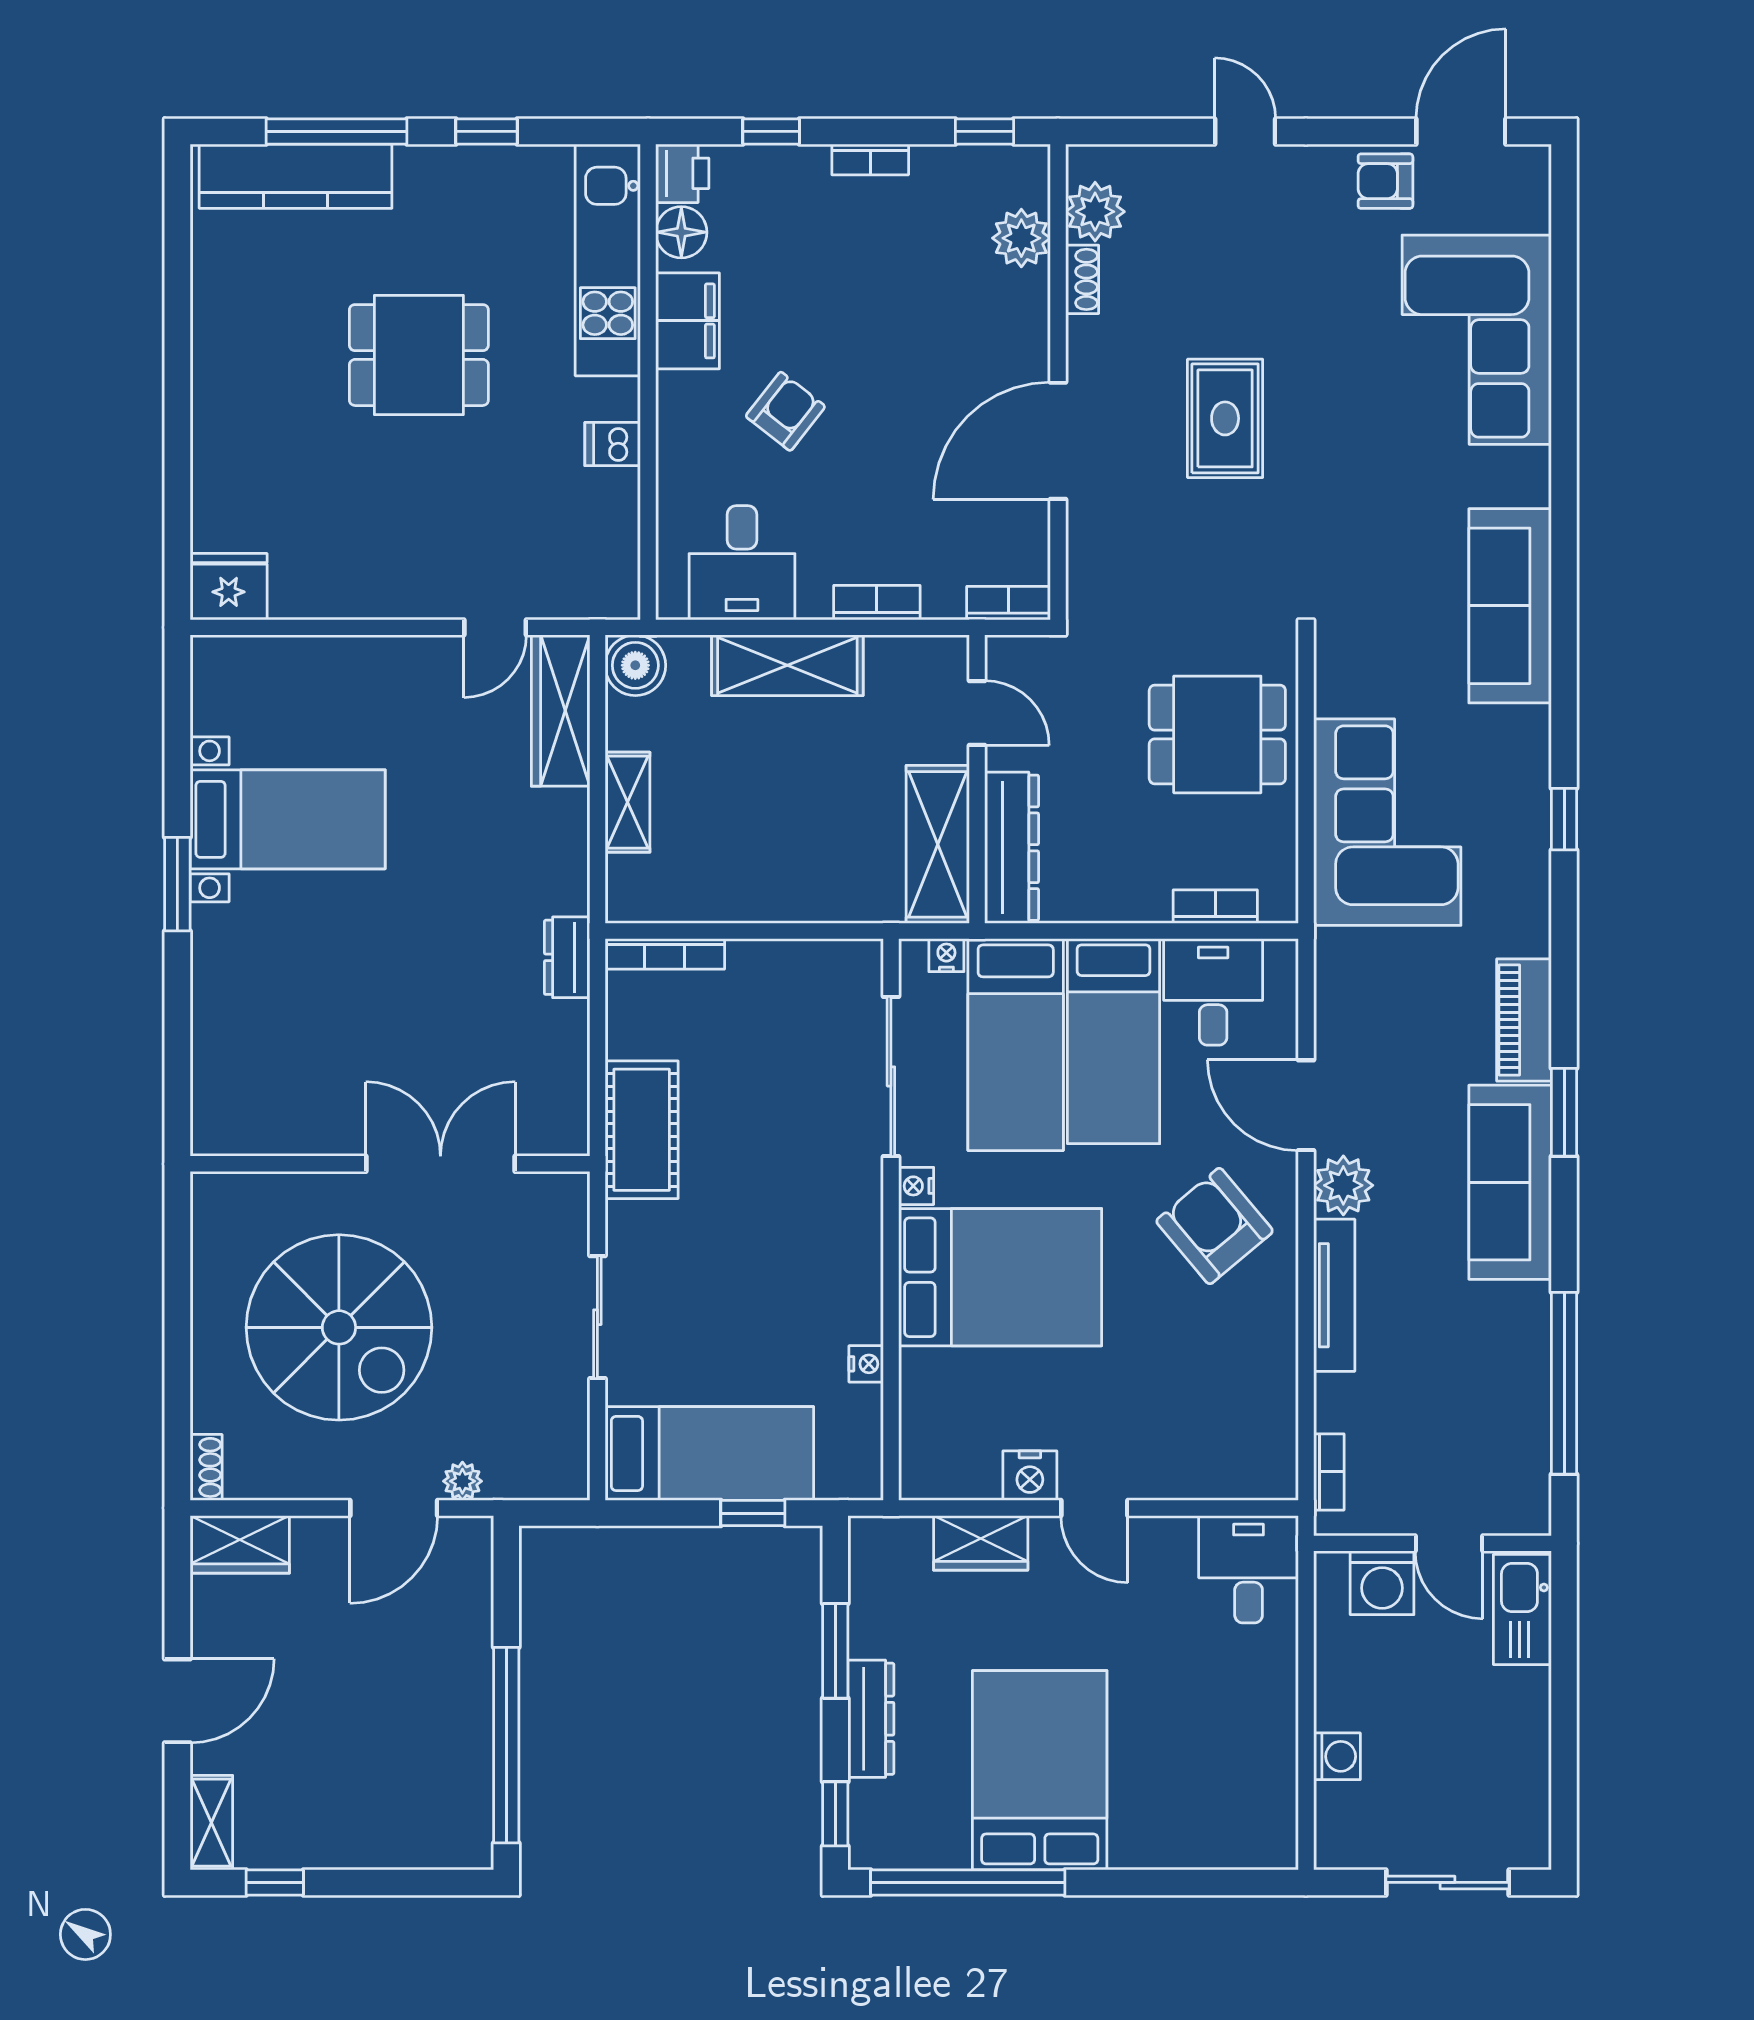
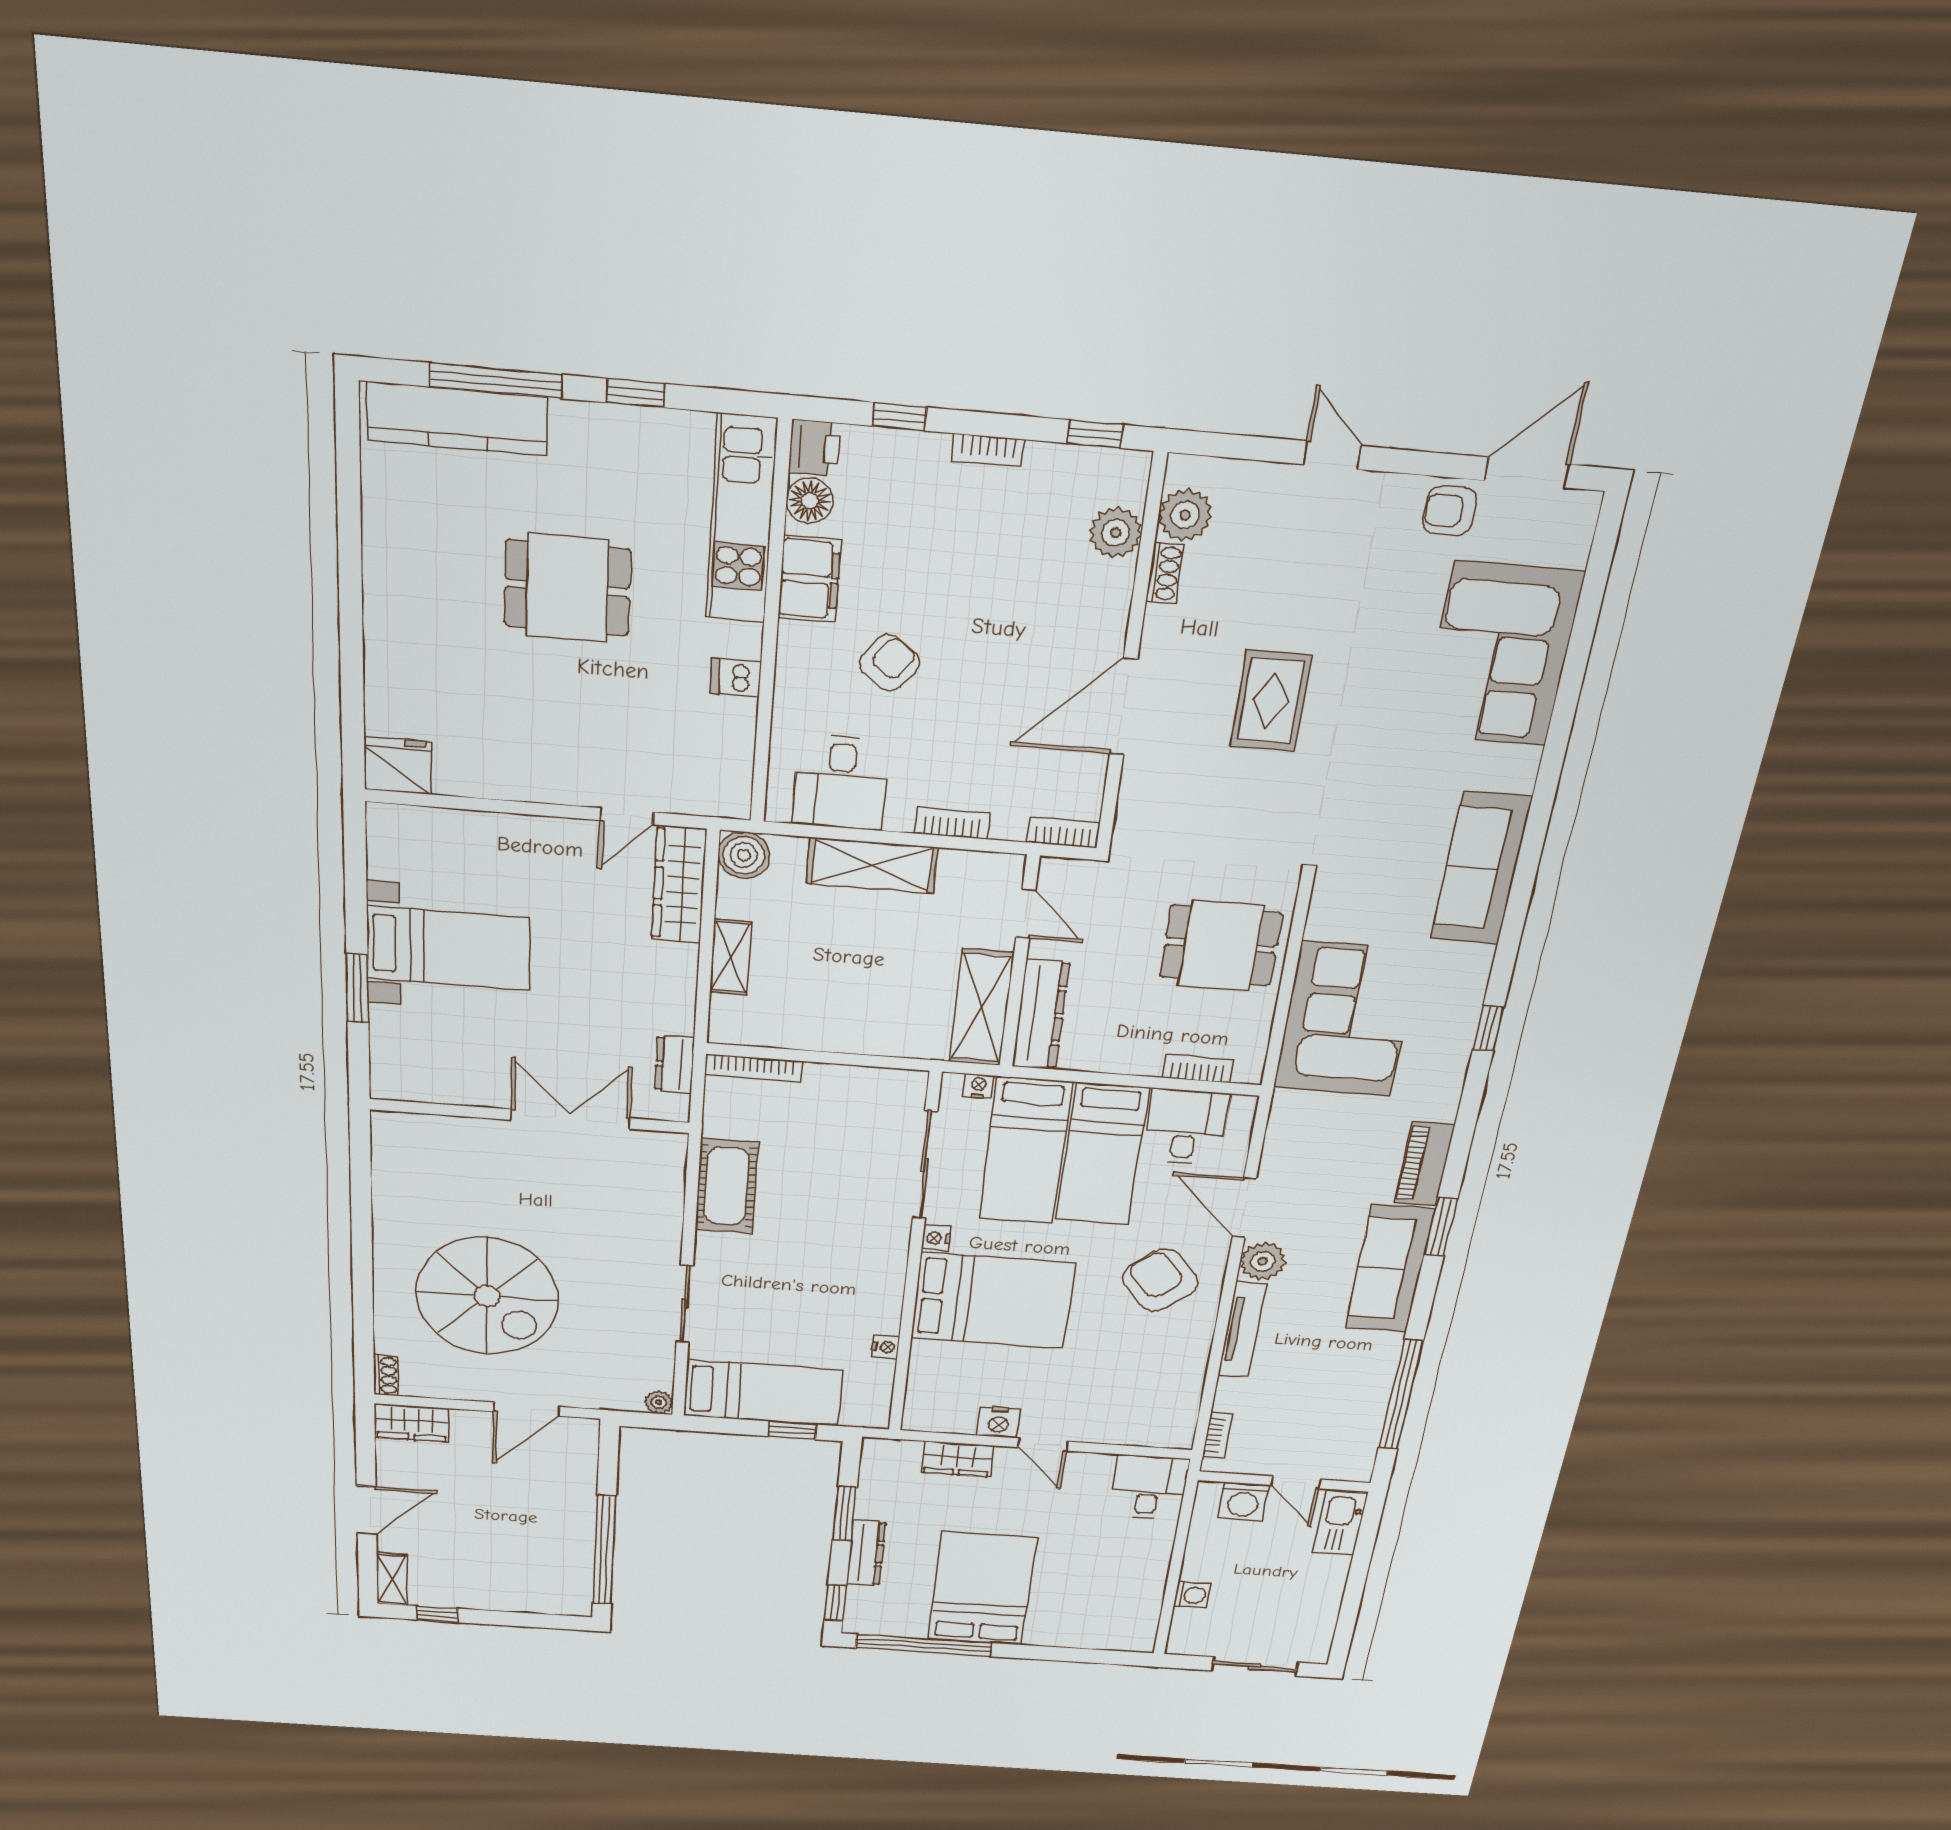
wall: (390, 1164) -> (530, 1116), moved
double door: (440, 1164) -> (570, 1119), moved
plant: (462, 1481) -> (659, 1402), moved

